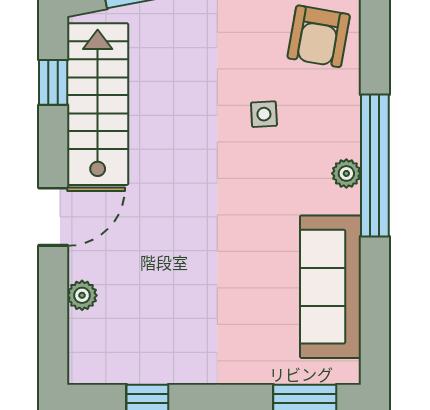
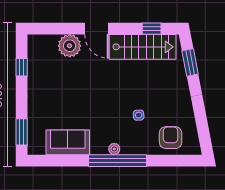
armchair: (319, 36) -> (171, 138), turned 80
sofa: (330, 287) -> (68, 142), width x0.73
plant: (82, 295) -> (70, 46), width x1.87, depth x1.87

